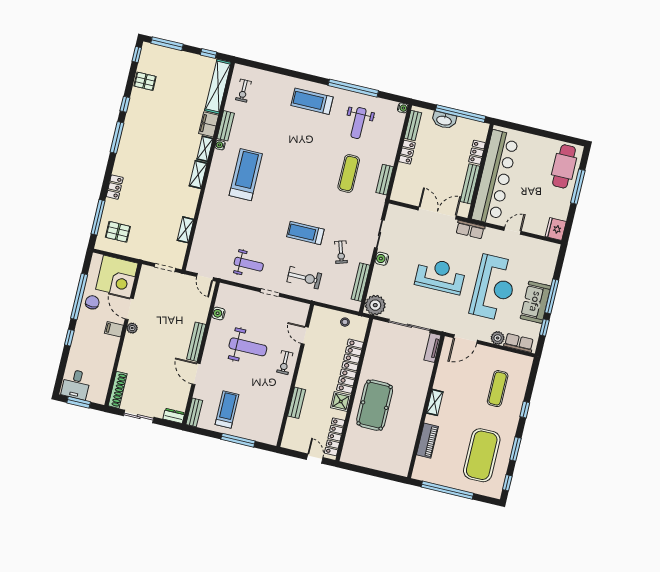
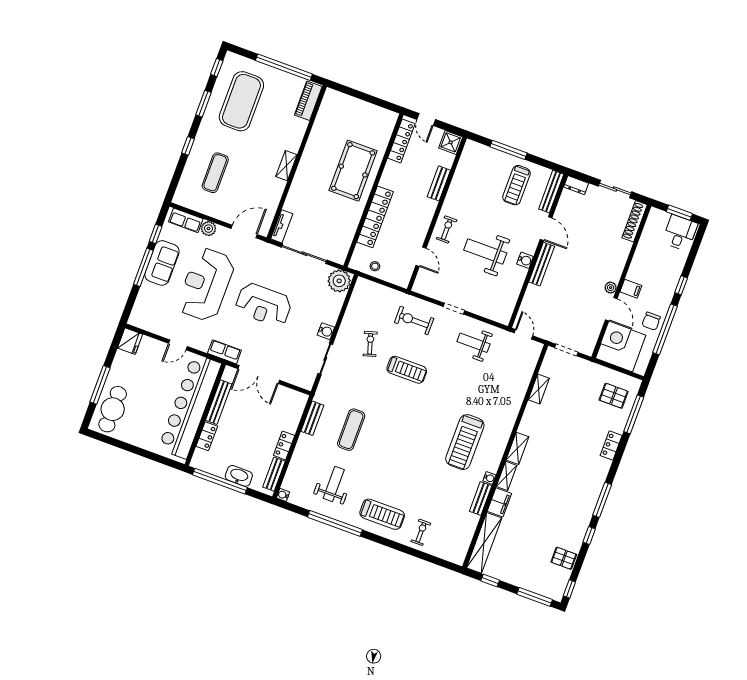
exercise bike: (243, 91) -> (421, 532), moved
bench: (361, 282) -> (352, 308), removed
water cooler: (218, 314) -> (525, 260), moved
shower: (341, 401) -> (451, 142), moved
bench: (194, 412) -> (551, 192), width x1.36
piano: (427, 441) -> (308, 101), moved

